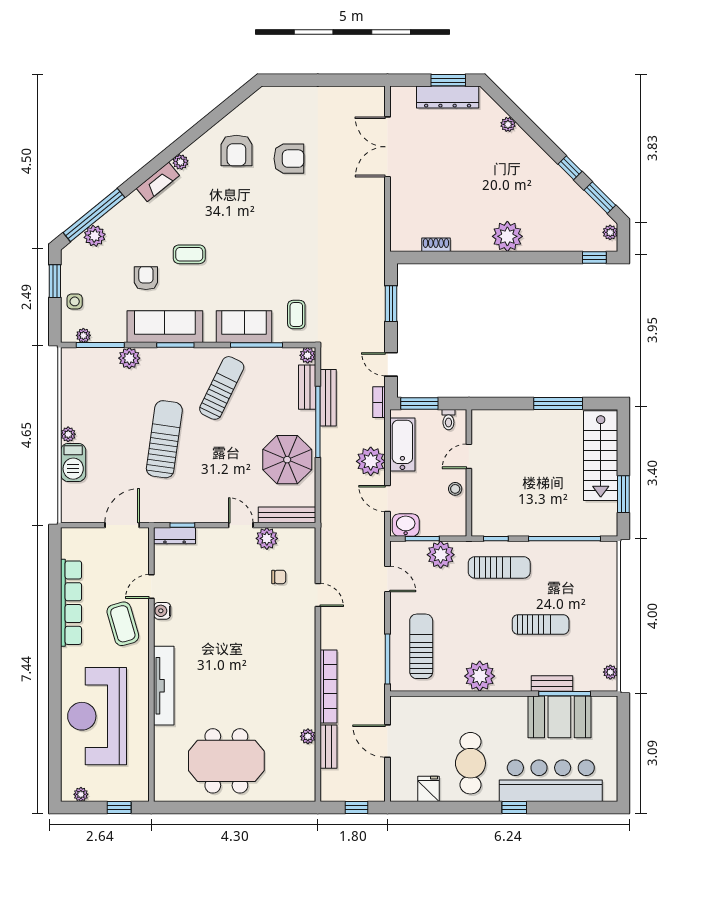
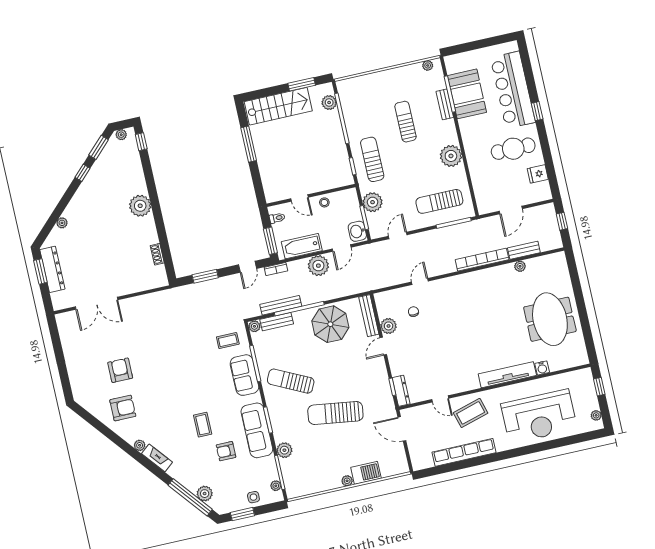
plant: (590, 526) -> (329, 103), added
water cooler: (162, 611) -> (542, 368), moved

